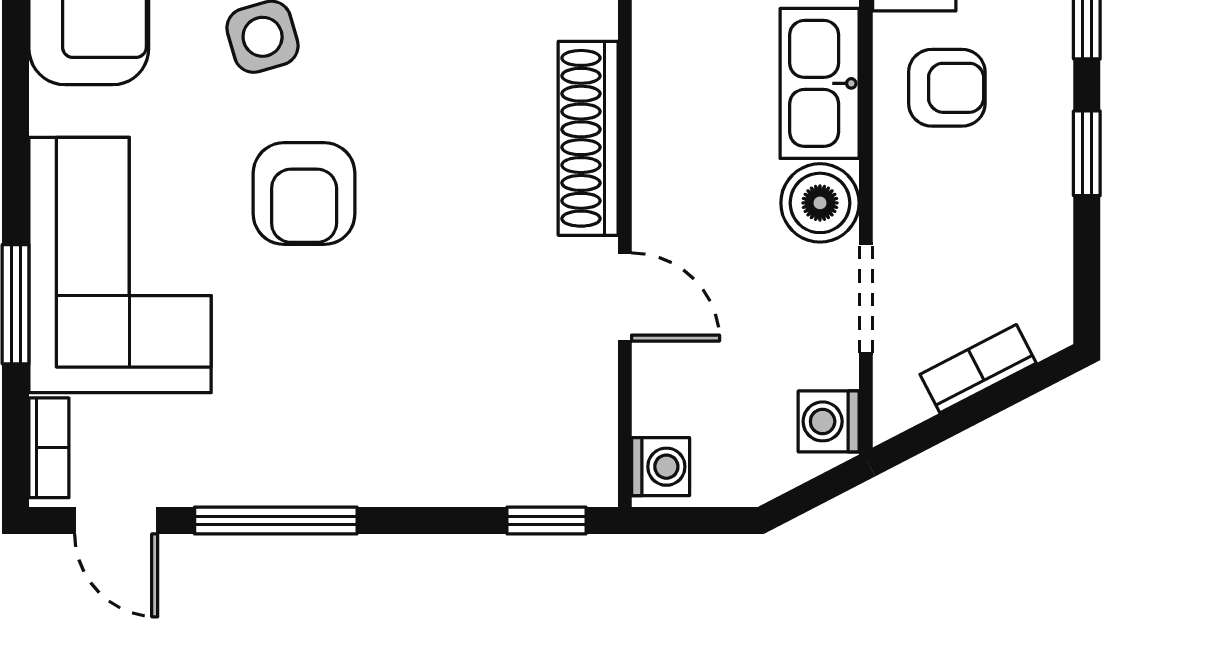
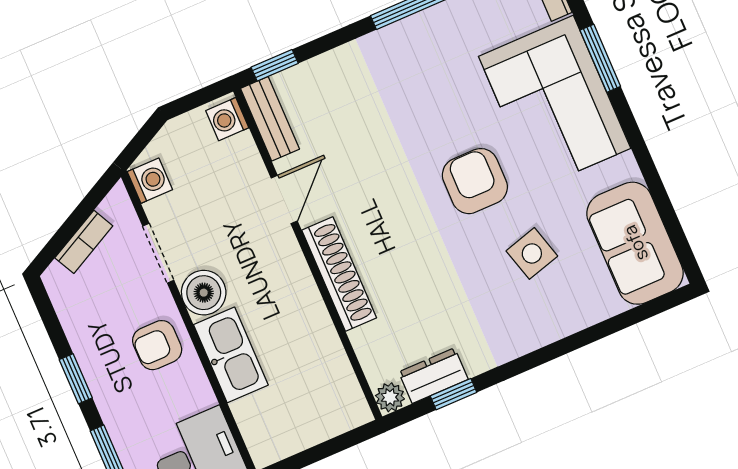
armchair: (947, 88) -> (157, 345), moved
door: (625, 297) -> (284, 200), swing flipped
bench: (592, 437) -> (270, 119), added

